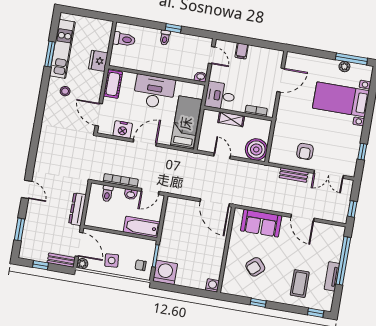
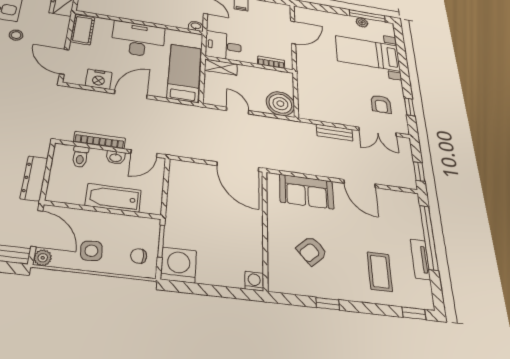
shelving: (231, 119) -> (221, 67), moved
armchair: (305, 151) -> (381, 104), moved
bathtub: (142, 227) -> (113, 198), moved

